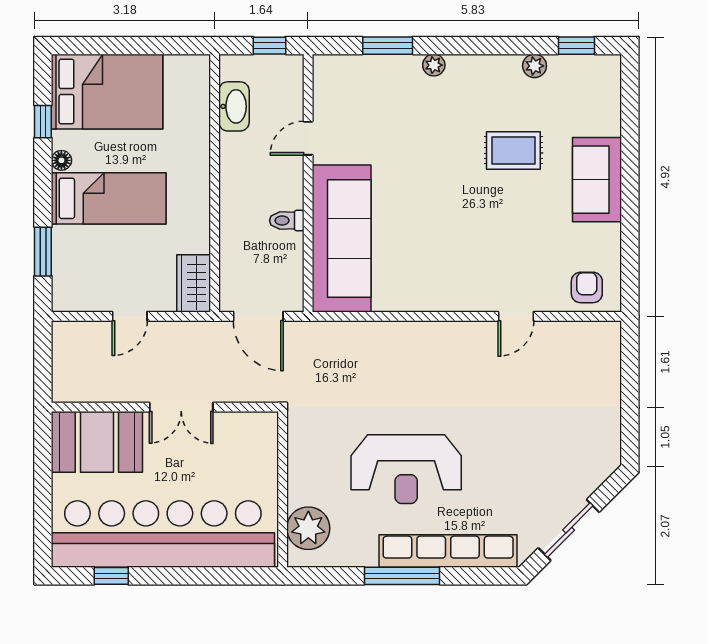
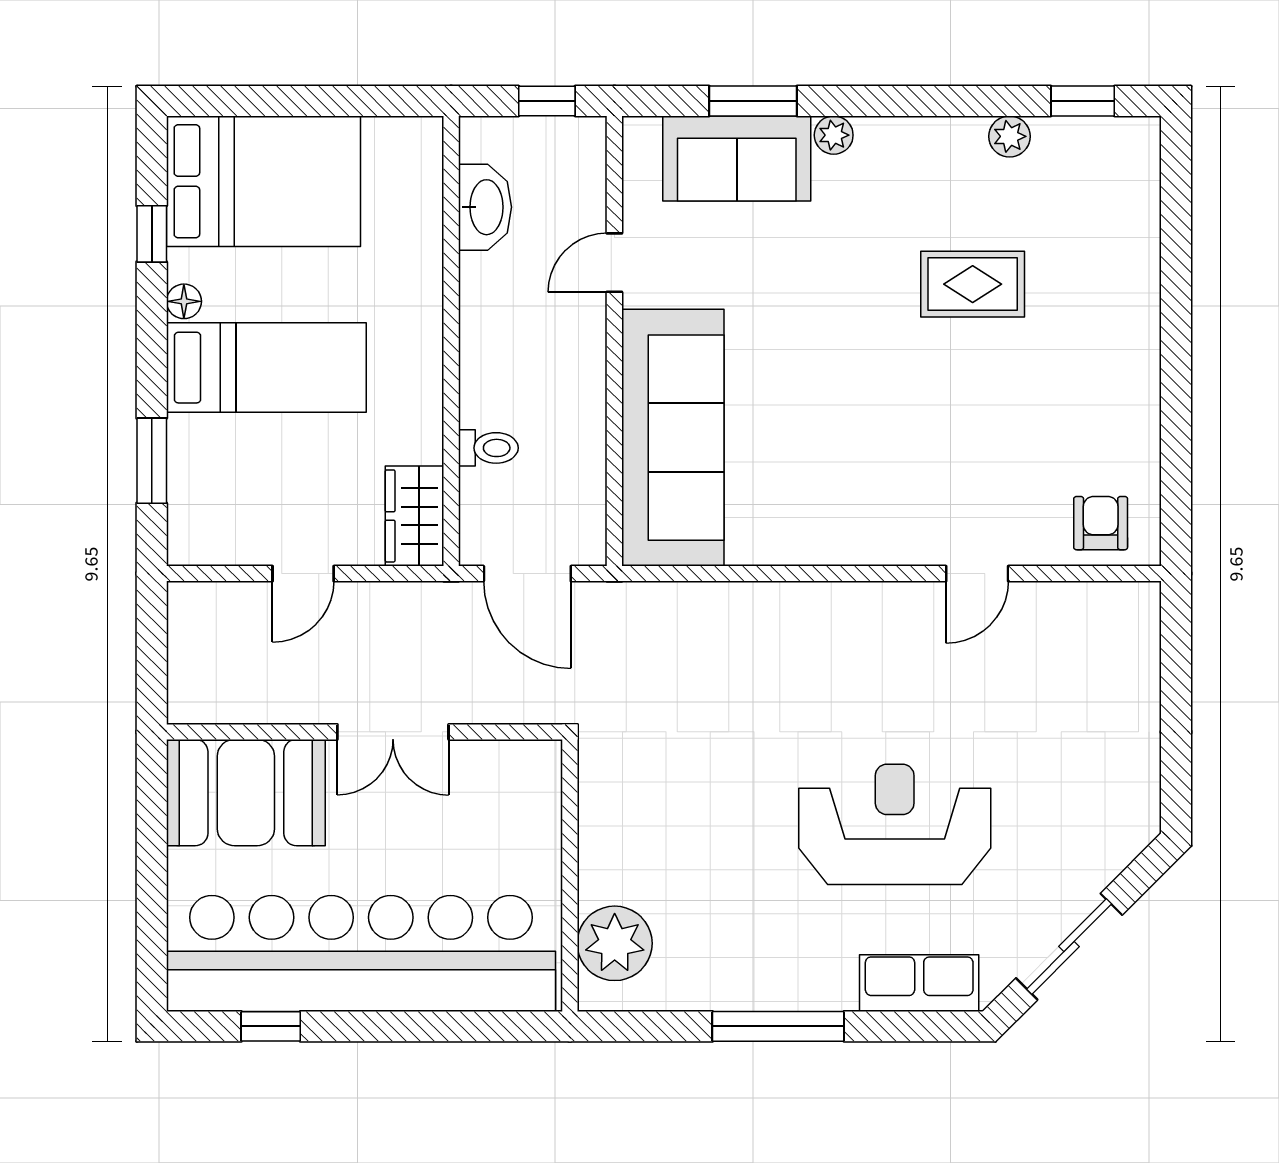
sofa: (597, 180) -> (737, 158), moved, turned -90
toilet: (287, 220) -> (488, 448), moved, turned 180
reception desk: (406, 469) -> (895, 824), moved, turned 180
row of seats: (448, 551) -> (919, 983), width x0.50

